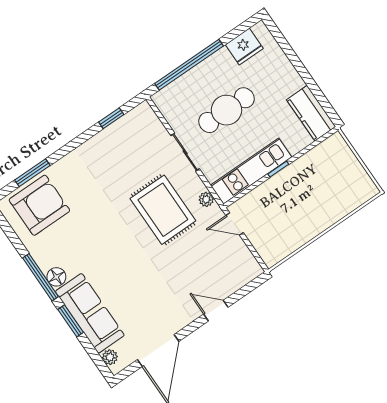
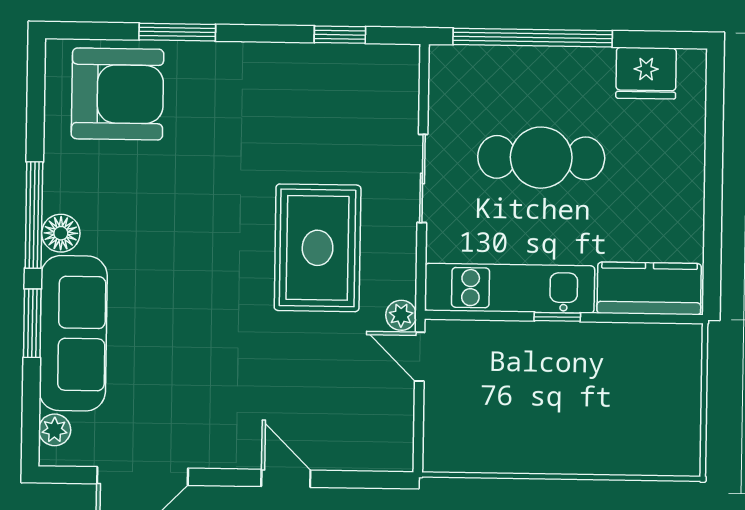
kitchen counter: (311, 113) -> (649, 288), moved, turned 90
window: (32, 173) -> (177, 32), moved
plant: (206, 199) -> (401, 315), moved

